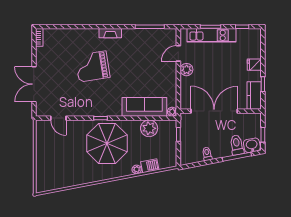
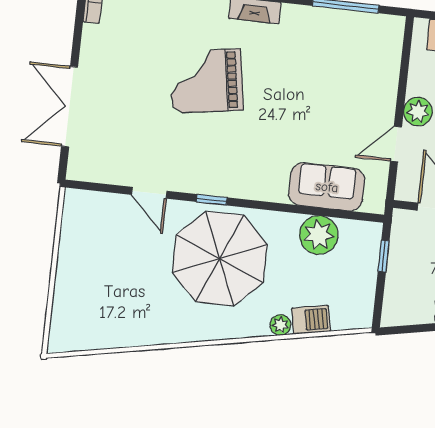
door: (178, 53) -> (396, 144), moved
sofa: (144, 107) -> (327, 187), width x0.73
plant: (172, 112) -> (375, 203), removed
door: (58, 118) -> (149, 193), moved

